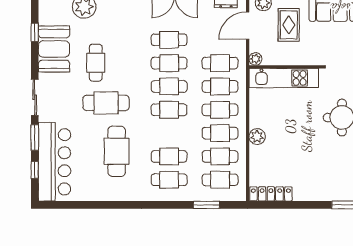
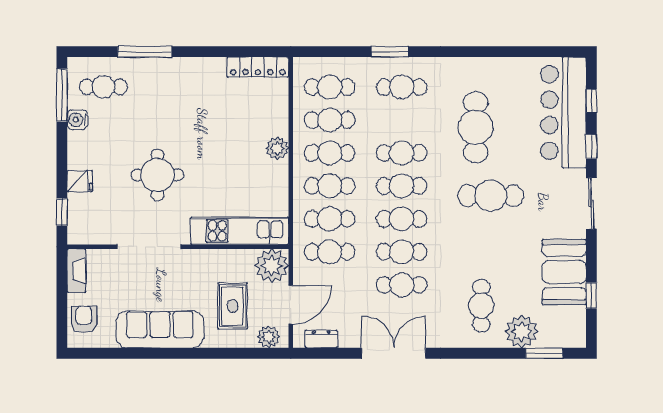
plant: (255, 59) -> (272, 266), width x1.88, depth x1.88
cafe table: (96, 63) -> (481, 306), moved
window: (35, 138) -> (591, 147), width x0.67
cafe table: (169, 156) -> (402, 153), moved
window: (207, 205) -> (390, 52), moved

